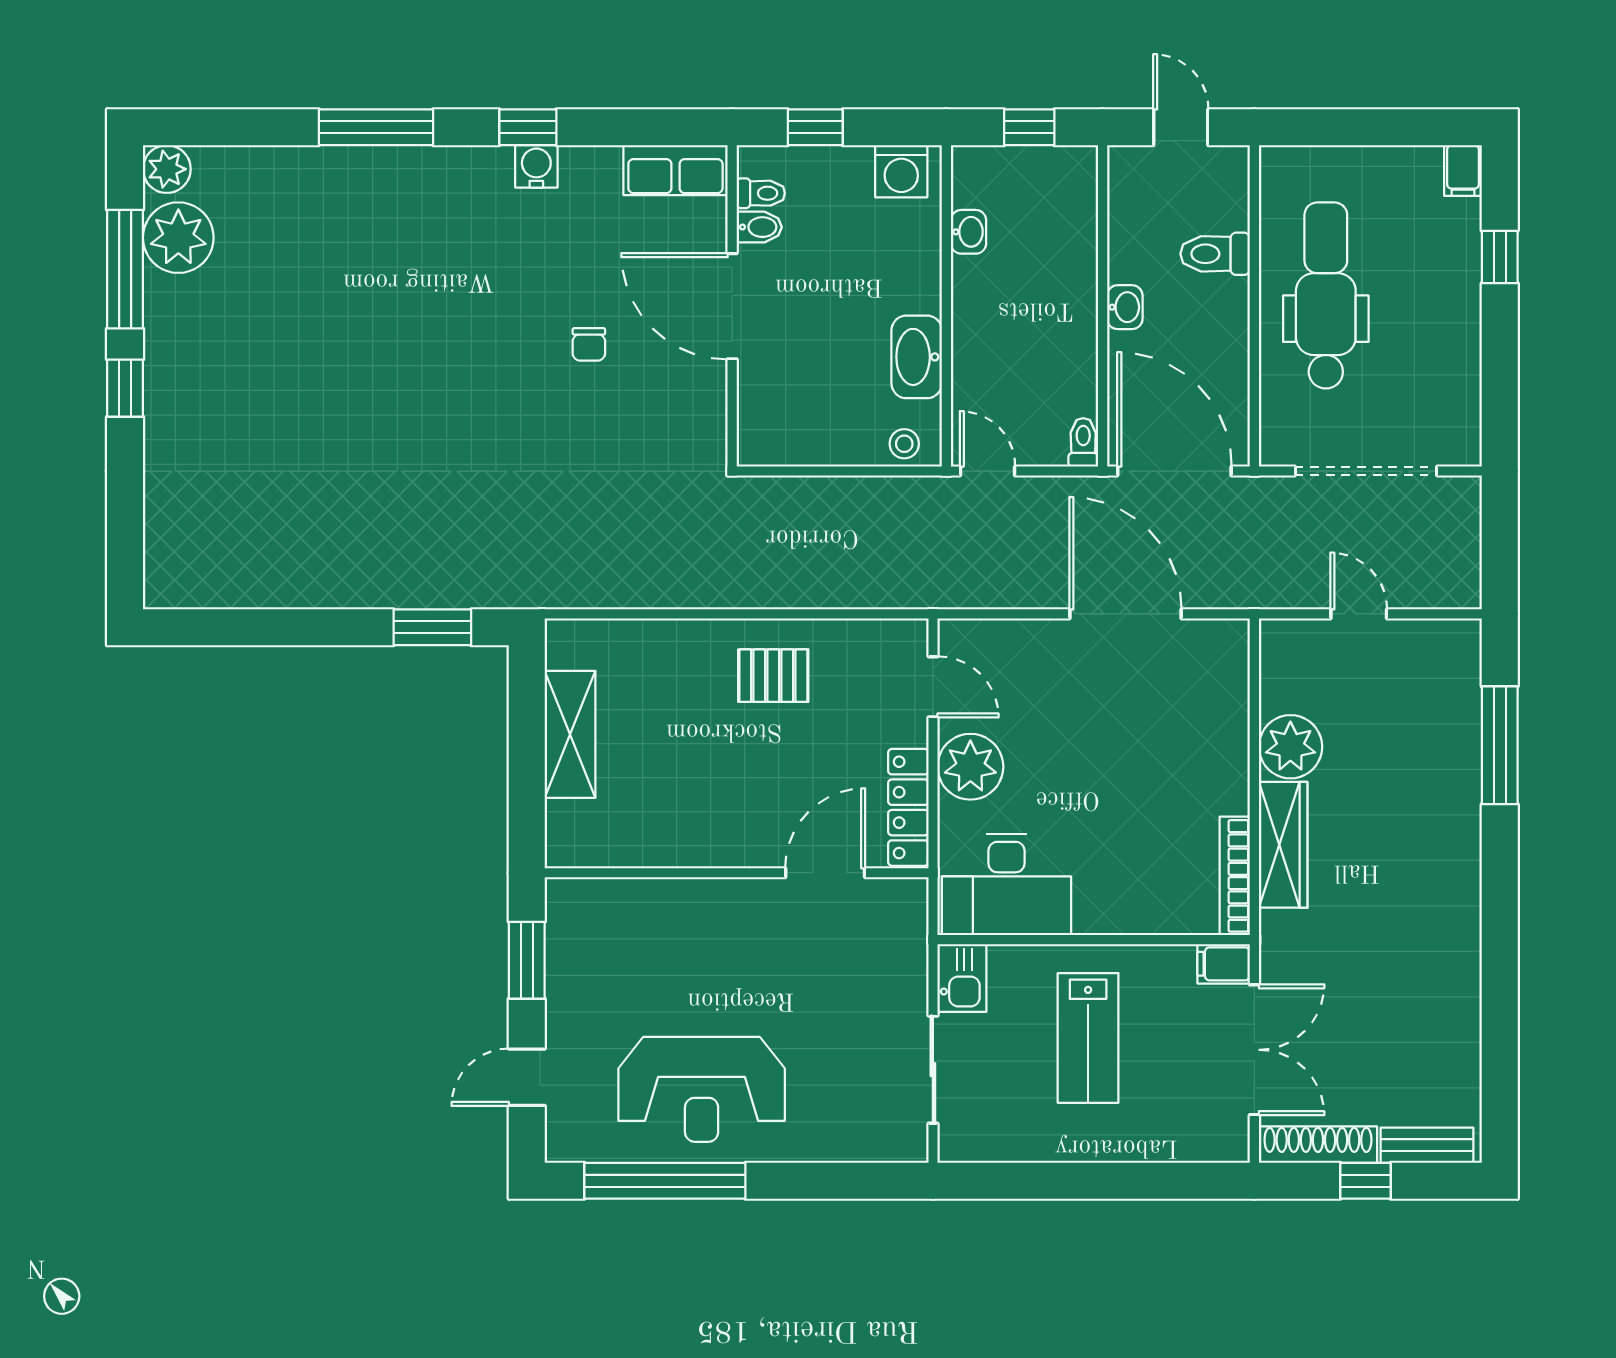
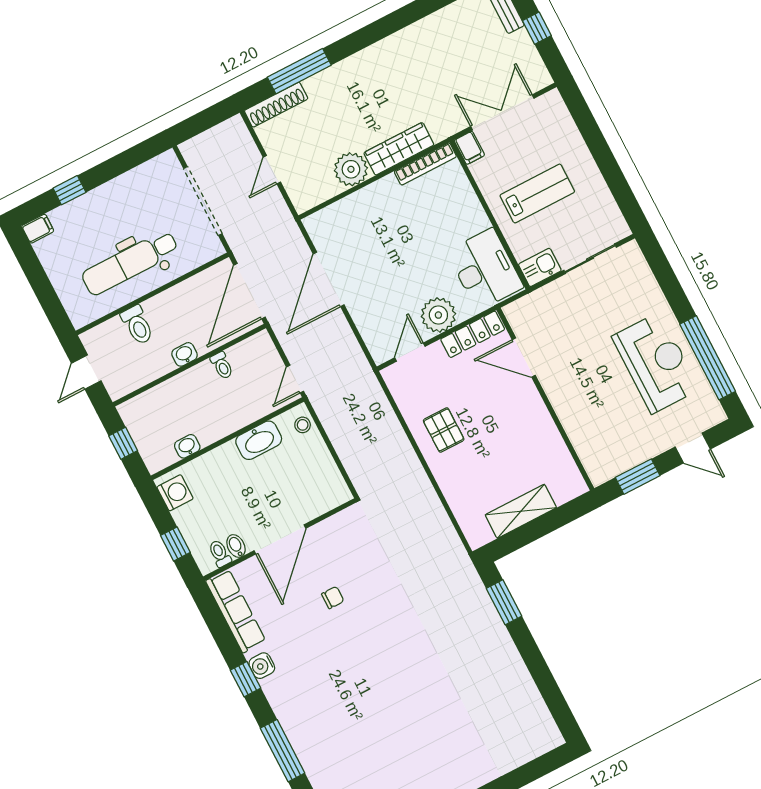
row of seats: (675, 170) -> (236, 611), width x1.48
toilet: (1083, 442) -> (222, 365), moved, turned -90
shoe rack: (1318, 1145) -> (276, 105), moved, turned -90

